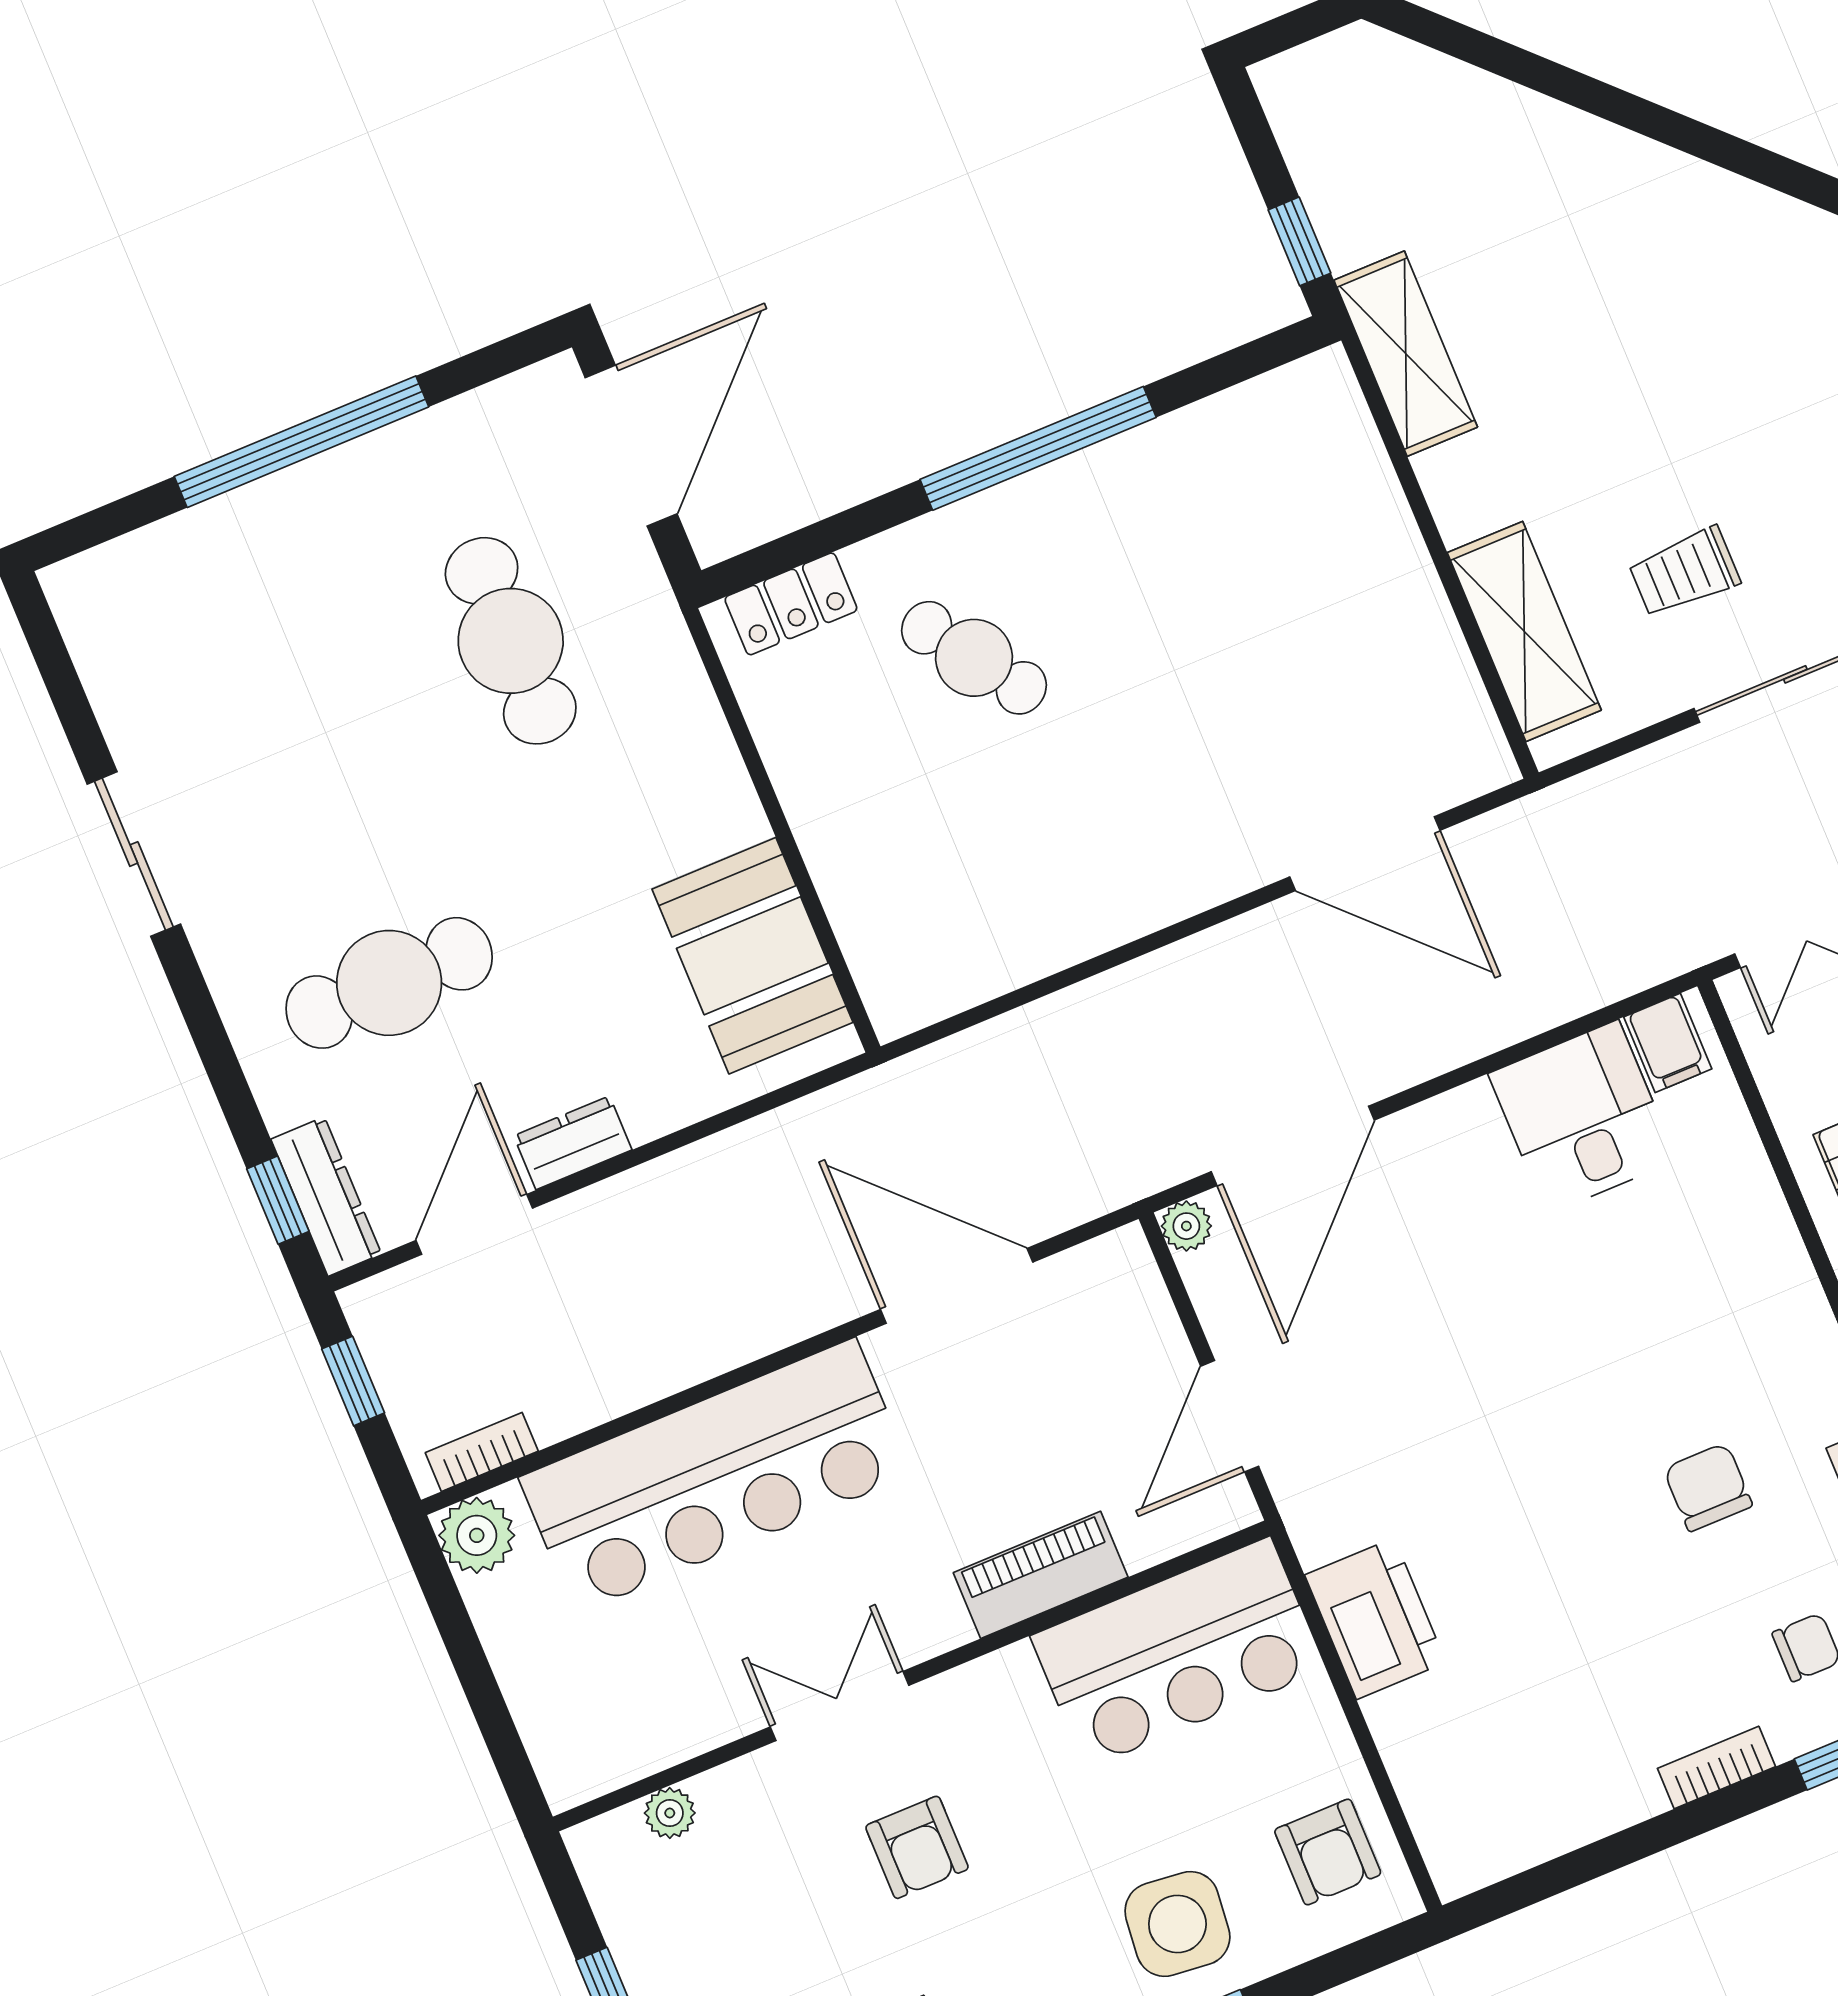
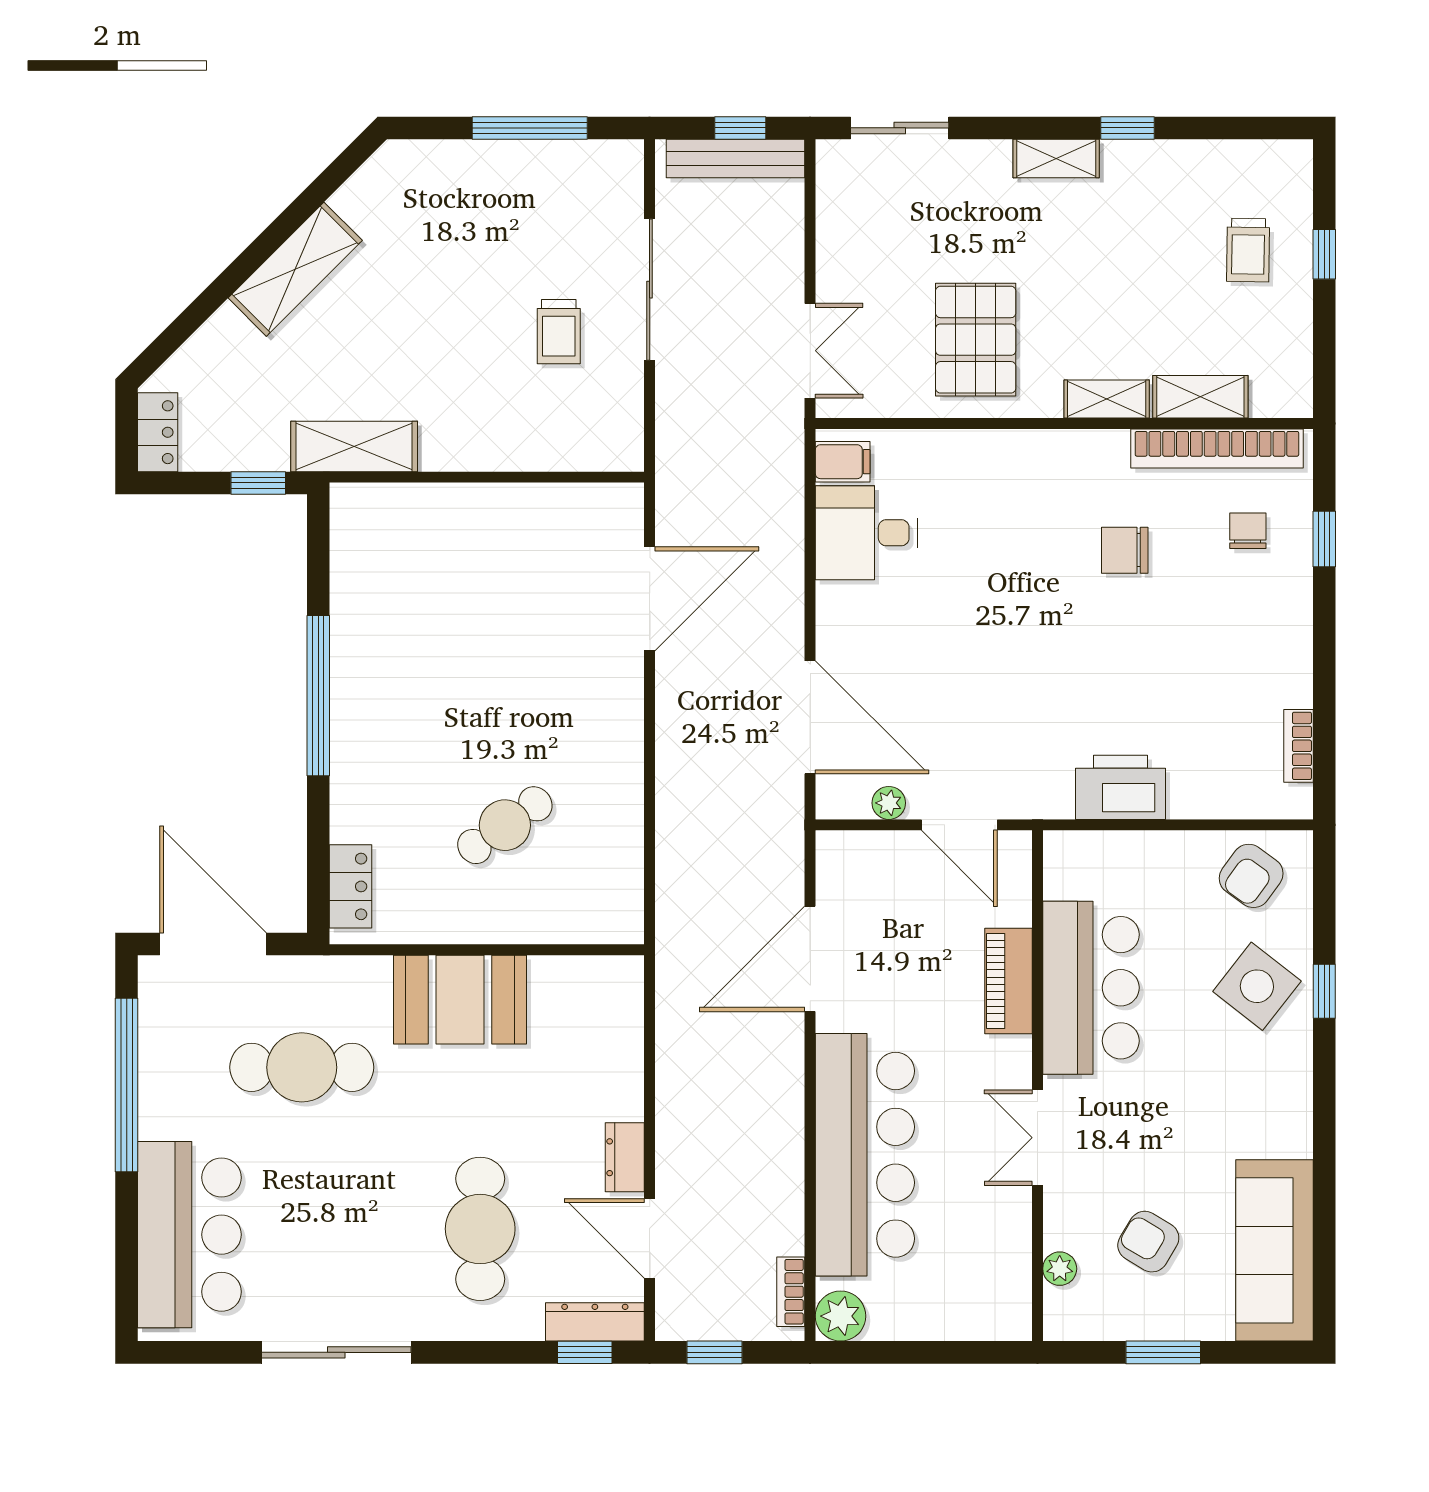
locker: (1312, 72) -> (158, 432), added
window: (301, 442) -> (127, 1085), moved
bar counter: (213, 581) -> (189, 1235), added
shelving: (1524, 631) -> (295, 269), moved, turned -45
cafe table: (974, 658) -> (505, 825), moved
sliding door: (134, 854) -> (336, 1352), width x1.37
booth: (752, 956) -> (460, 1000), moved
plant: (1186, 1226) -> (889, 803), moved
bar counter: (1178, 1653) -> (1091, 988), moved
bookcase: (1717, 1767) -> (1298, 746), moved
armchair: (917, 1847) -> (1148, 1242), moved, turned -149
armchair: (1328, 1852) -> (1251, 876), turned 126
side table: (1177, 1924) -> (1257, 986), turned 32

